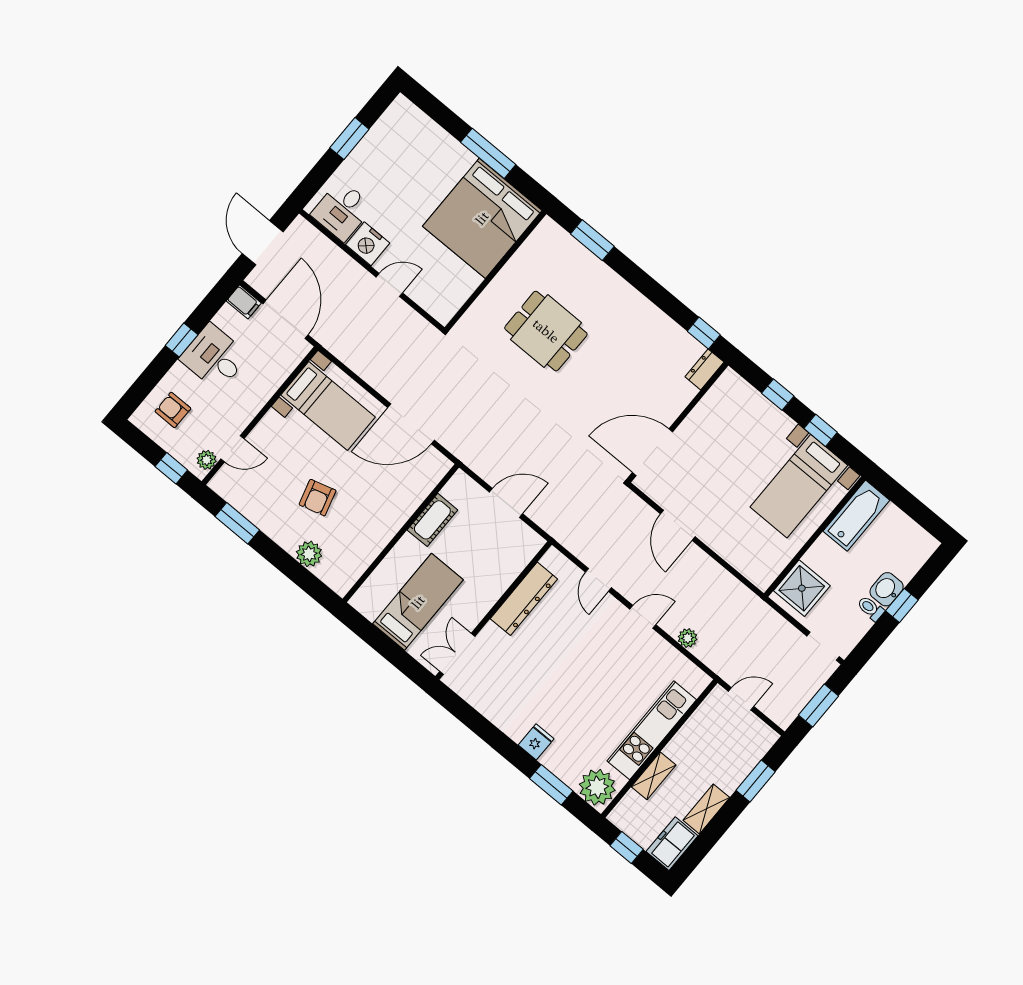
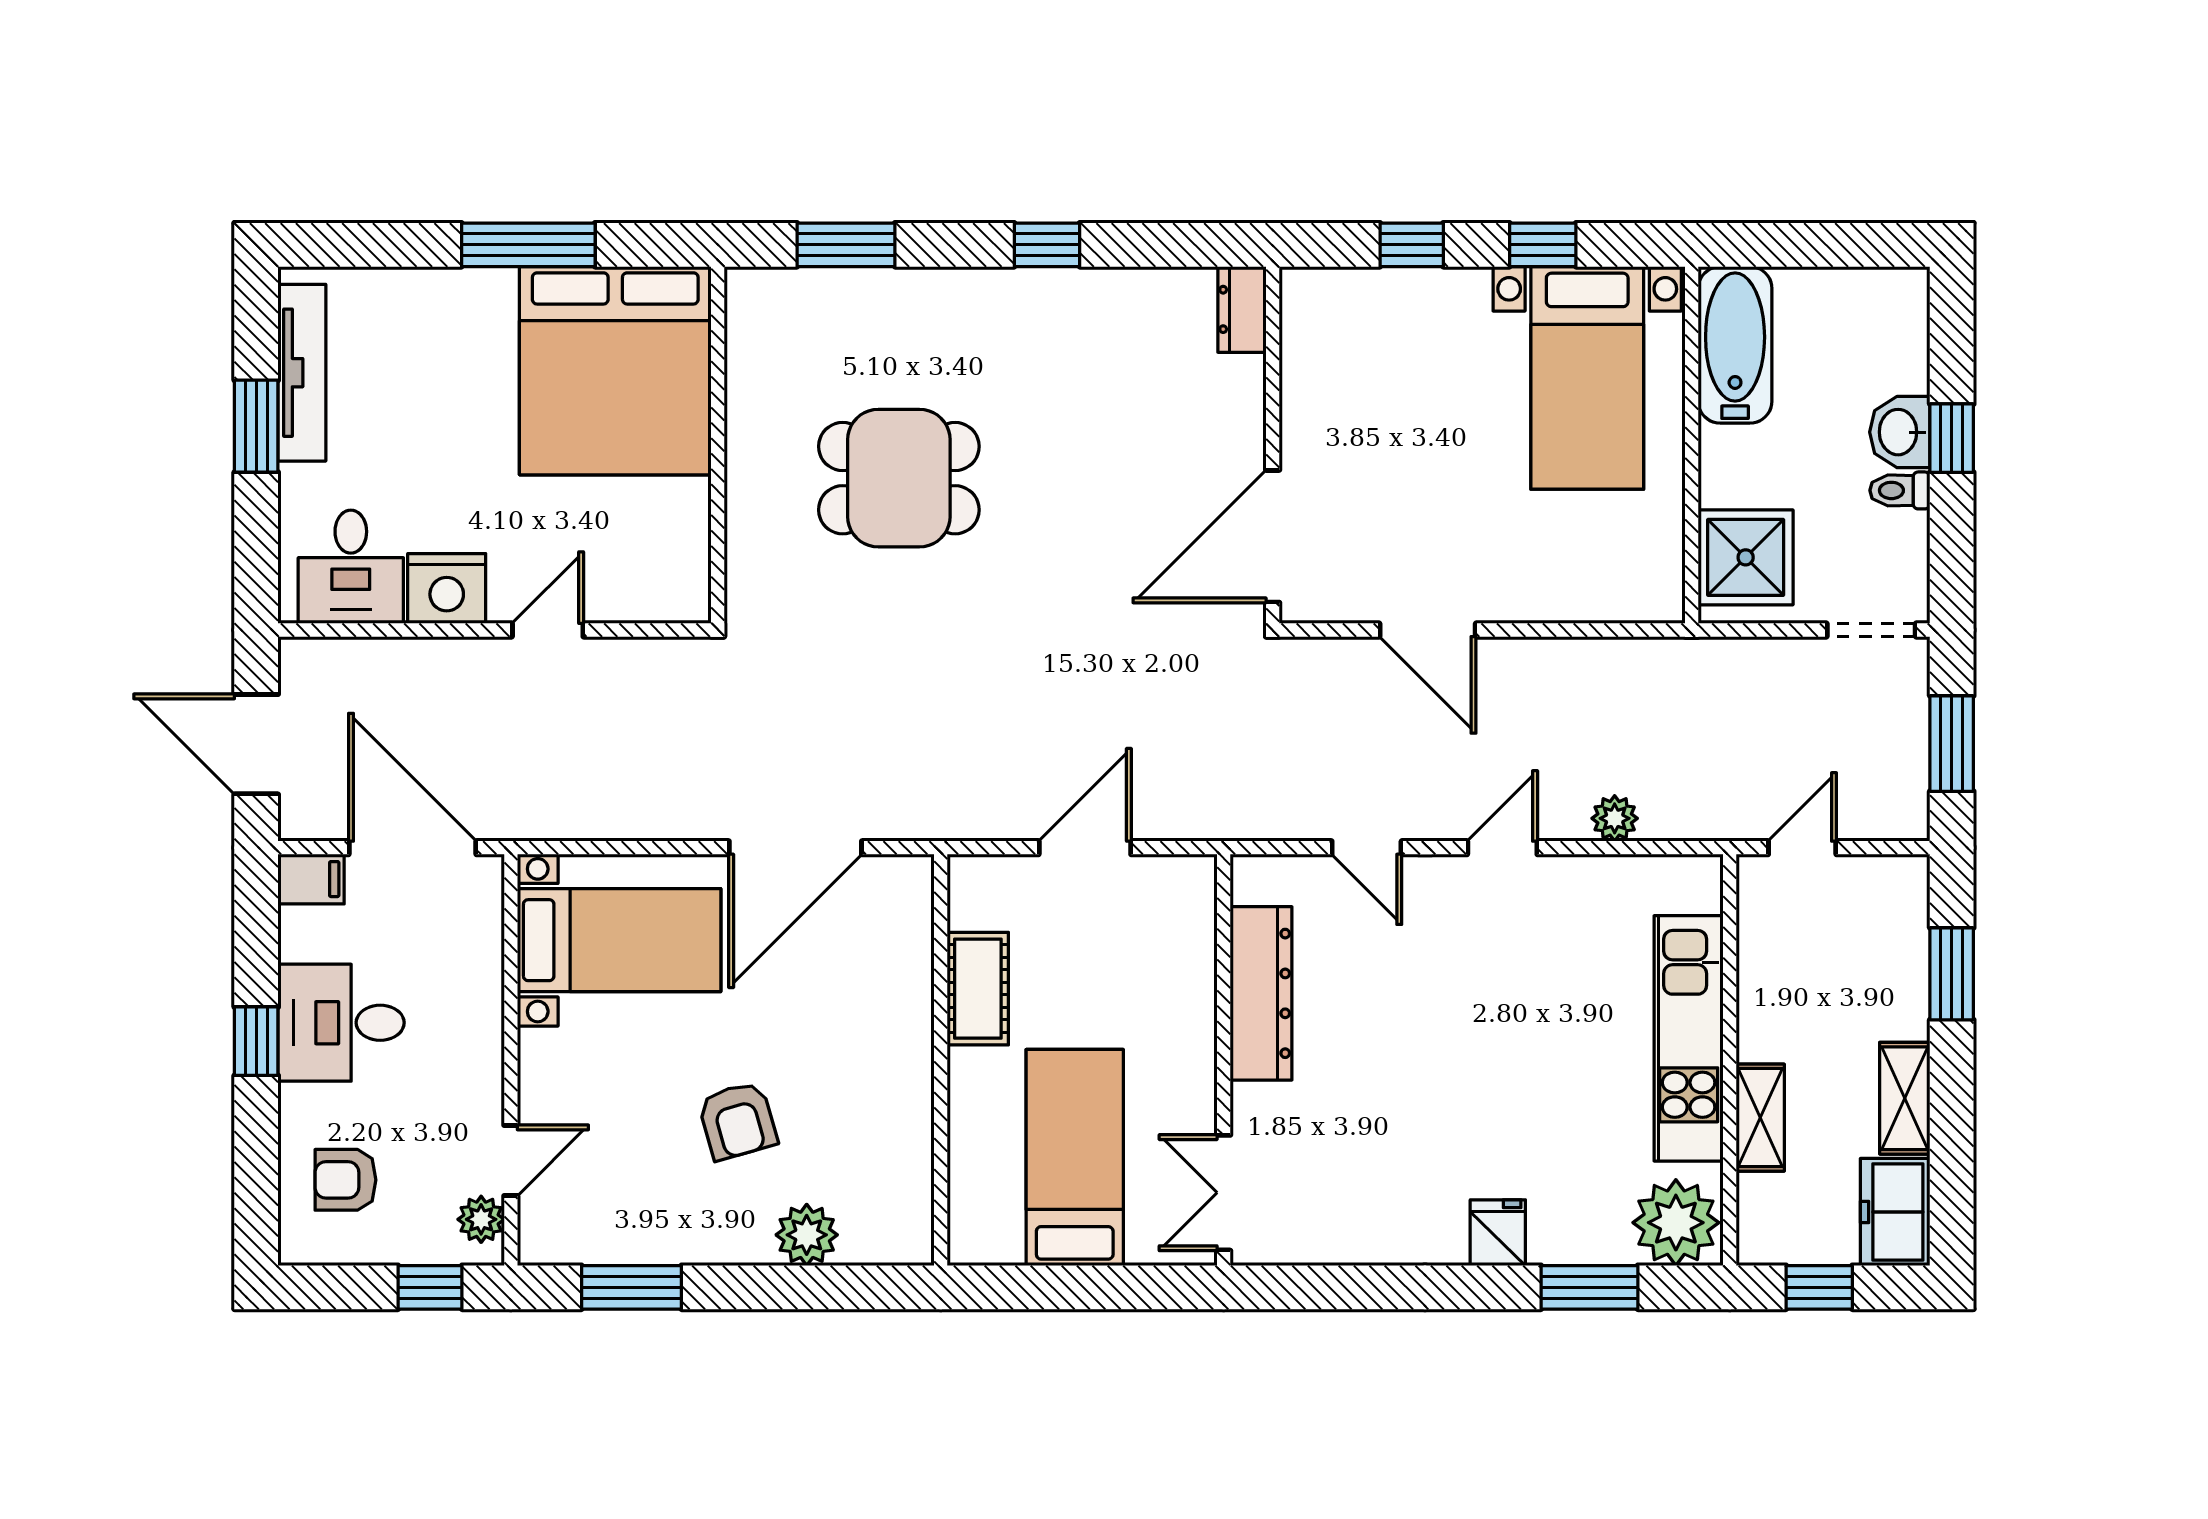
tv unit: (379, 133) -> (302, 373), added
window: (704, 333) -> (1047, 245), moved

